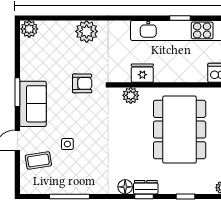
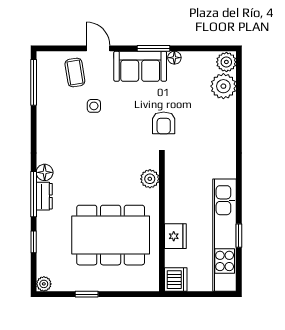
plant: (87, 31) -> (223, 86), moved
fridge: (142, 73) -> (175, 236), moved
floor lamp: (25, 74) -> (174, 58), added
window: (69, 196) -> (34, 82), moved
window: (144, 196) -> (34, 194), width x2.17

